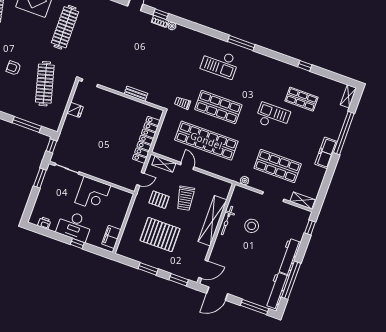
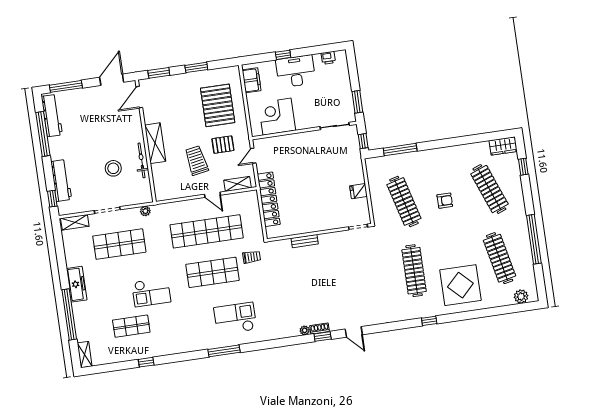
corner desk: (93, 194) -> (277, 117), moved
shelving: (212, 221) -> (155, 143), width x0.68
pallet: (160, 235) -> (218, 105), moved, turned 90
workbench: (289, 257) -> (61, 180), moved

